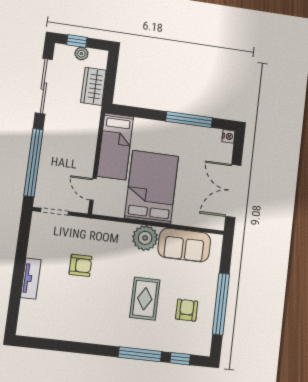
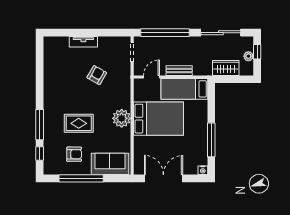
bench: (89, 150) -> (179, 71), added
sofa: (184, 245) -> (110, 164), moved, turned 90
armchair: (81, 265) -> (97, 75), turned -150

